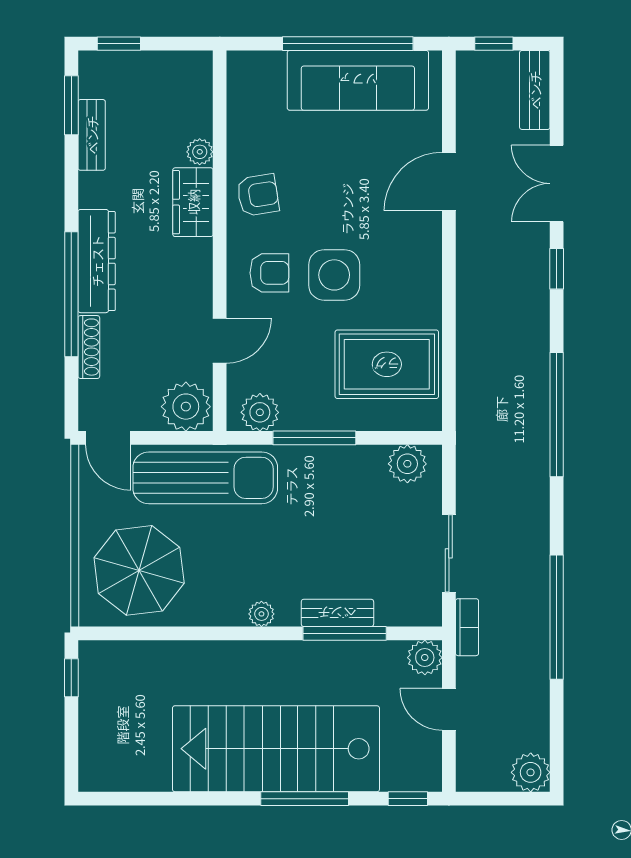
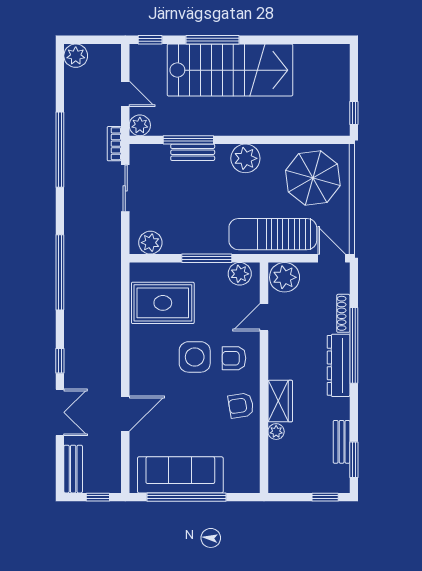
plant: (261, 614) -> (245, 158), width x1.88, depth x1.88

